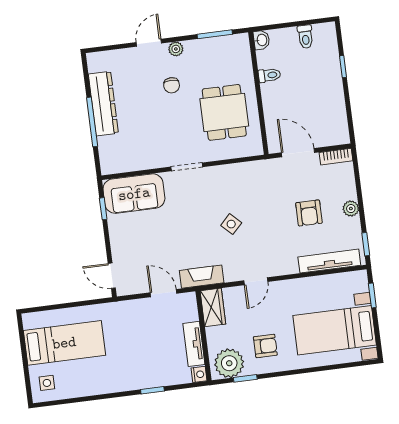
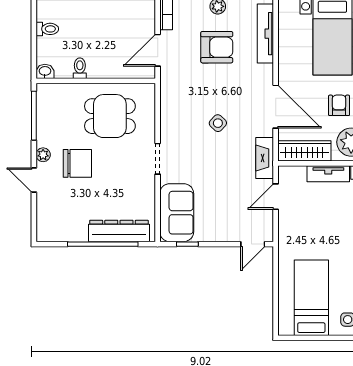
window: (215, 34) -> (34, 116), width x1.44
chair: (172, 85) -> (77, 163), width x1.87, depth x1.87
dresser: (103, 104) -> (119, 231), moved
window: (92, 122) -> (103, 244), width x1.46
armchair: (309, 213) -> (217, 47), width x1.38, depth x1.38
door: (256, 281) -> (276, 107), width x1.87
wardrobe: (213, 307) -> (304, 151), width x1.50

